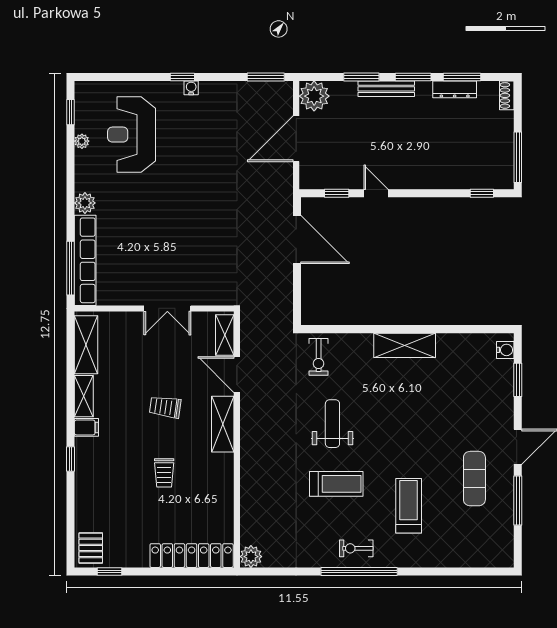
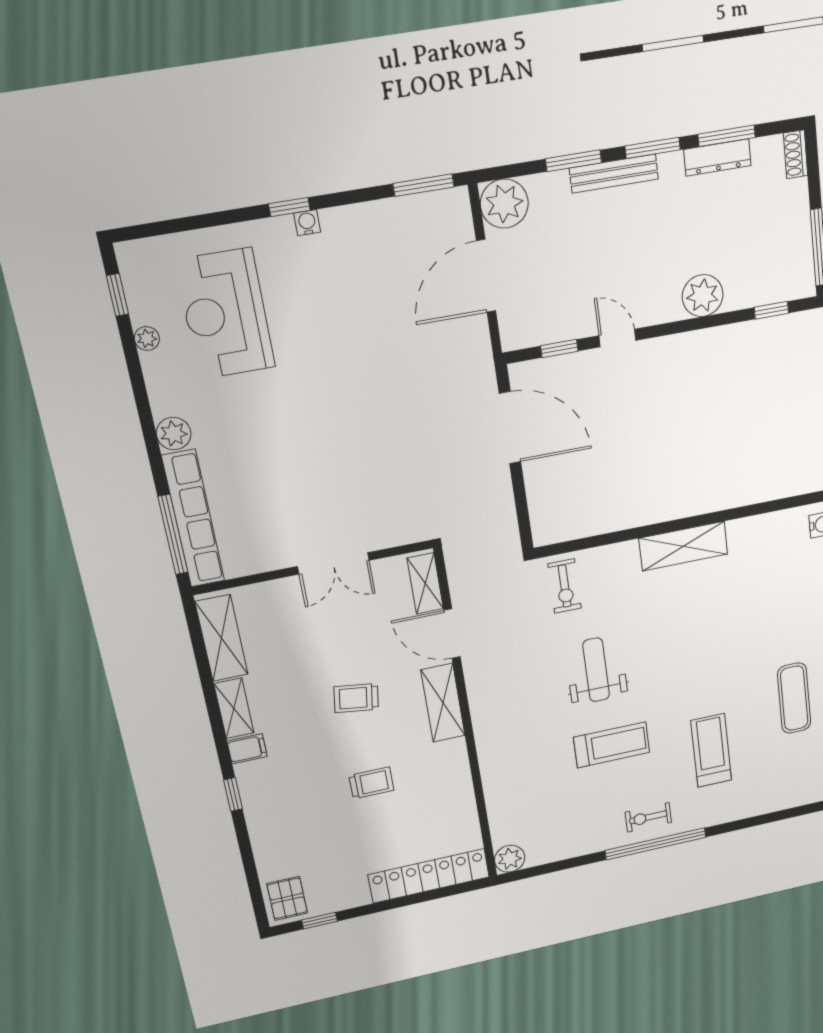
plant: (436, 175) -> (703, 296), added
trolley: (164, 473) -> (371, 783), turned -90

